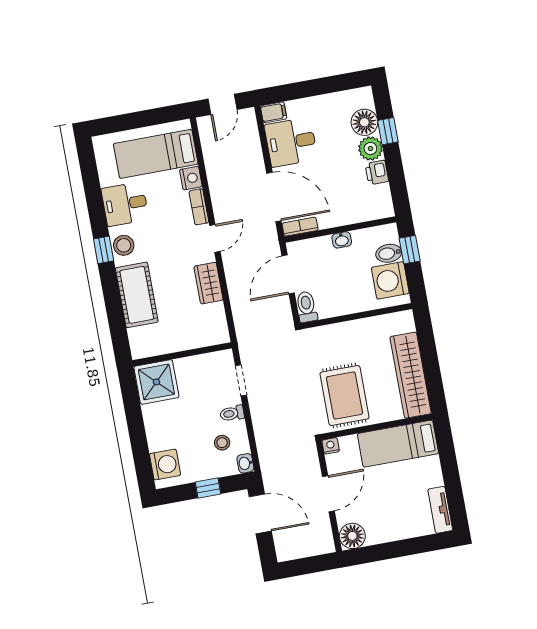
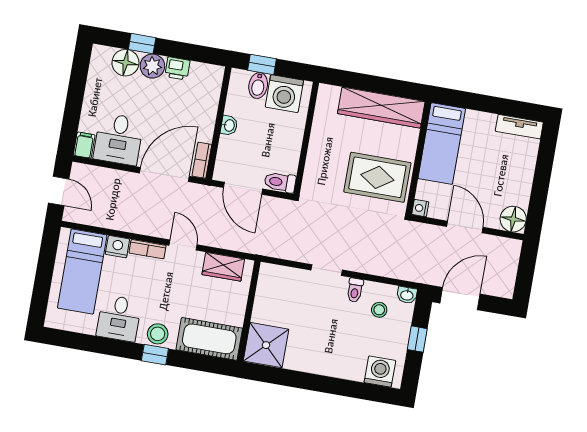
wall: (182, 354) -> (249, 311), moved
shower: (156, 382) -> (266, 345), moved

